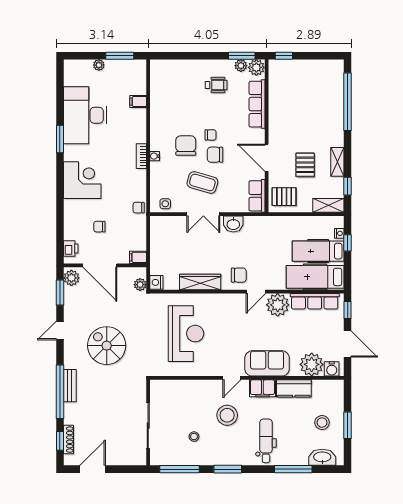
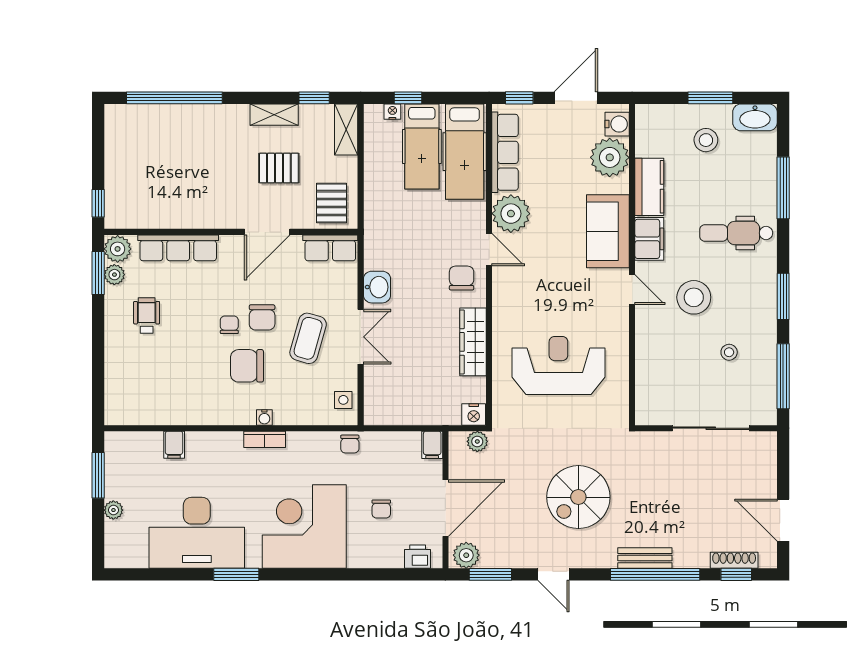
corner desk: (82, 180) -> (304, 526), width x1.36, depth x1.36
washbasin: (322, 457) -> (755, 117), moved, turned -90

